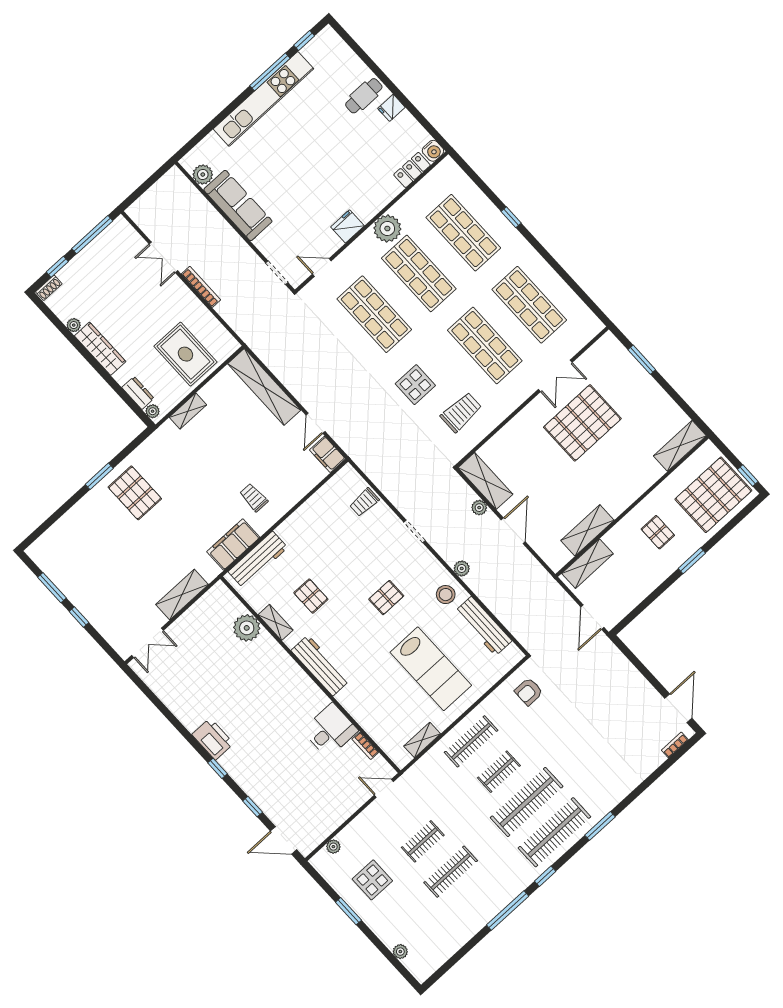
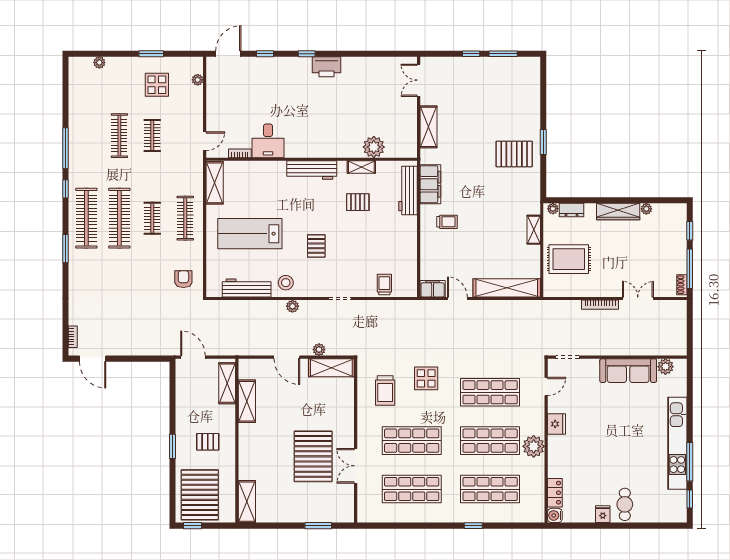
shoe rack: (49, 288) -> (682, 285), moved
shelving: (422, 740) -> (215, 183), width x1.50, depth x1.33

